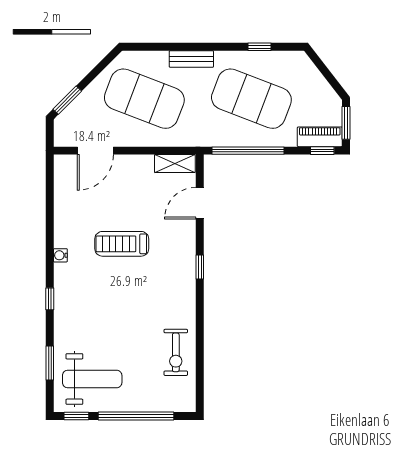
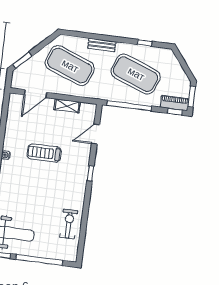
shelving: (175, 164) -> (67, 106), moved
exercise bike: (176, 352) -> (69, 224), turned 180

